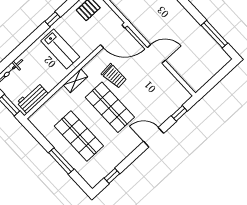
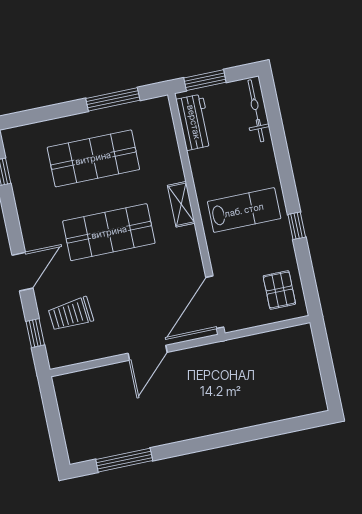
lab bench: (60, 49) -> (244, 210), turned 180
trolley: (114, 76) -> (71, 314), moved
window: (61, 161) -> (113, 99), moved

